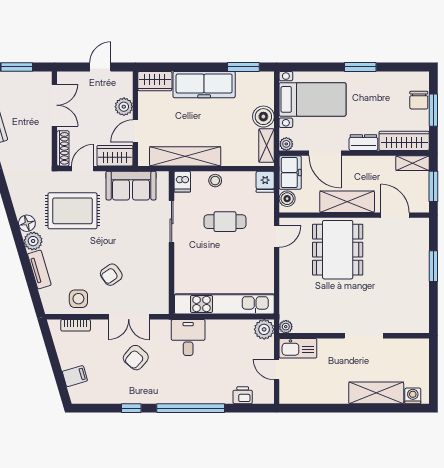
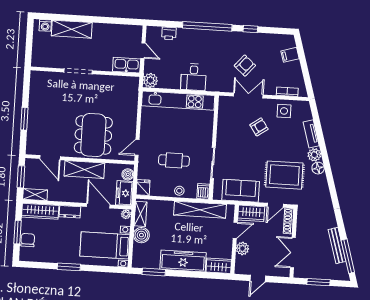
plant: (286, 327) -> (134, 81), removed
desk: (188, 337) -> (194, 77), moved

